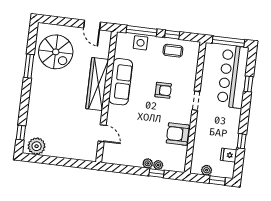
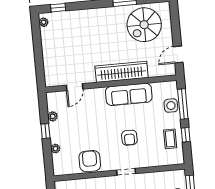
plant: (37, 146) -> (44, 22), width x0.53, depth x0.53
plant: (148, 163) -> (53, 116), moved
window: (157, 173) -> (45, 131), moved

